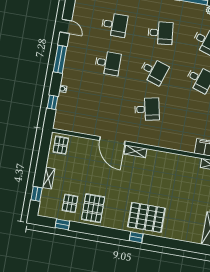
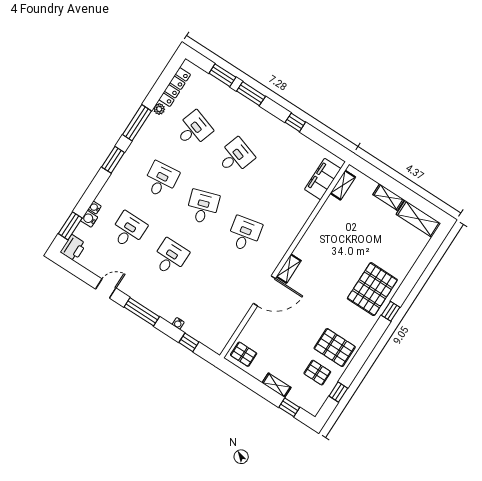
desk: (154, 71) -> (203, 207), turned -36

